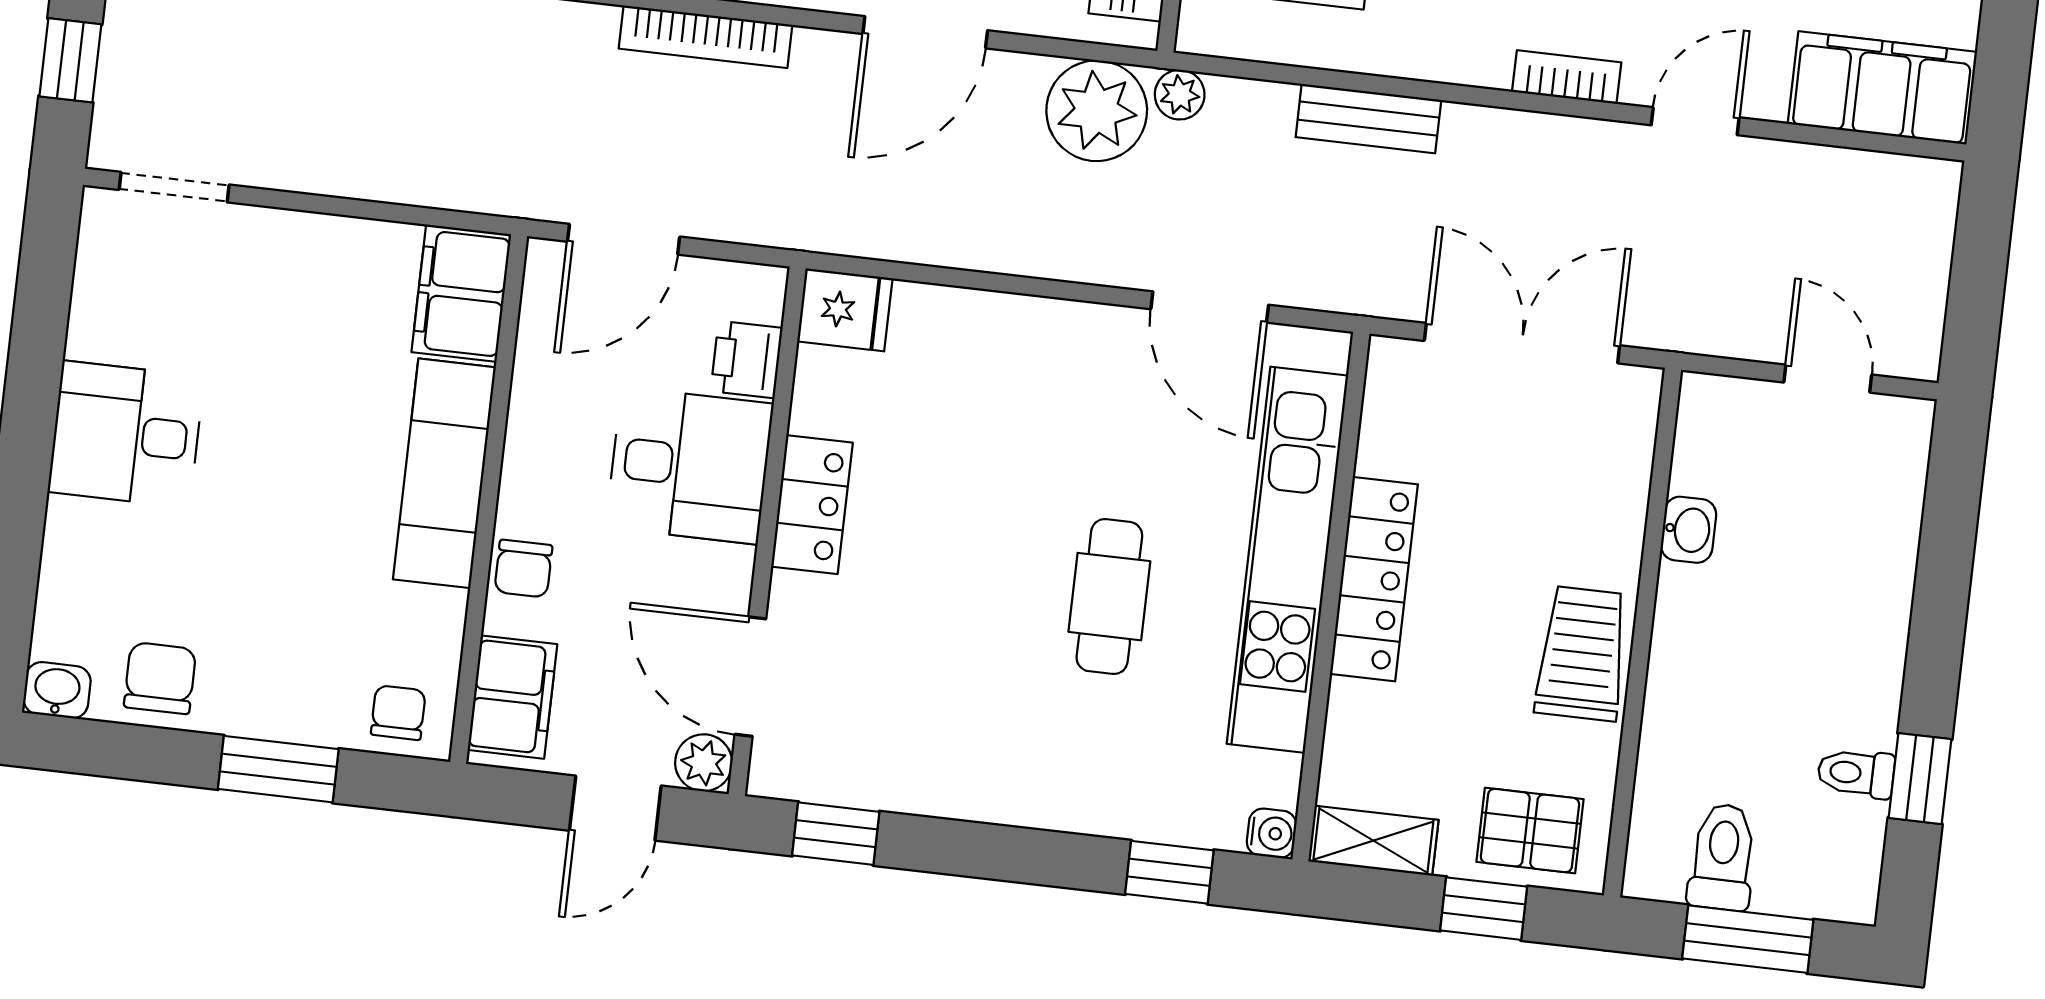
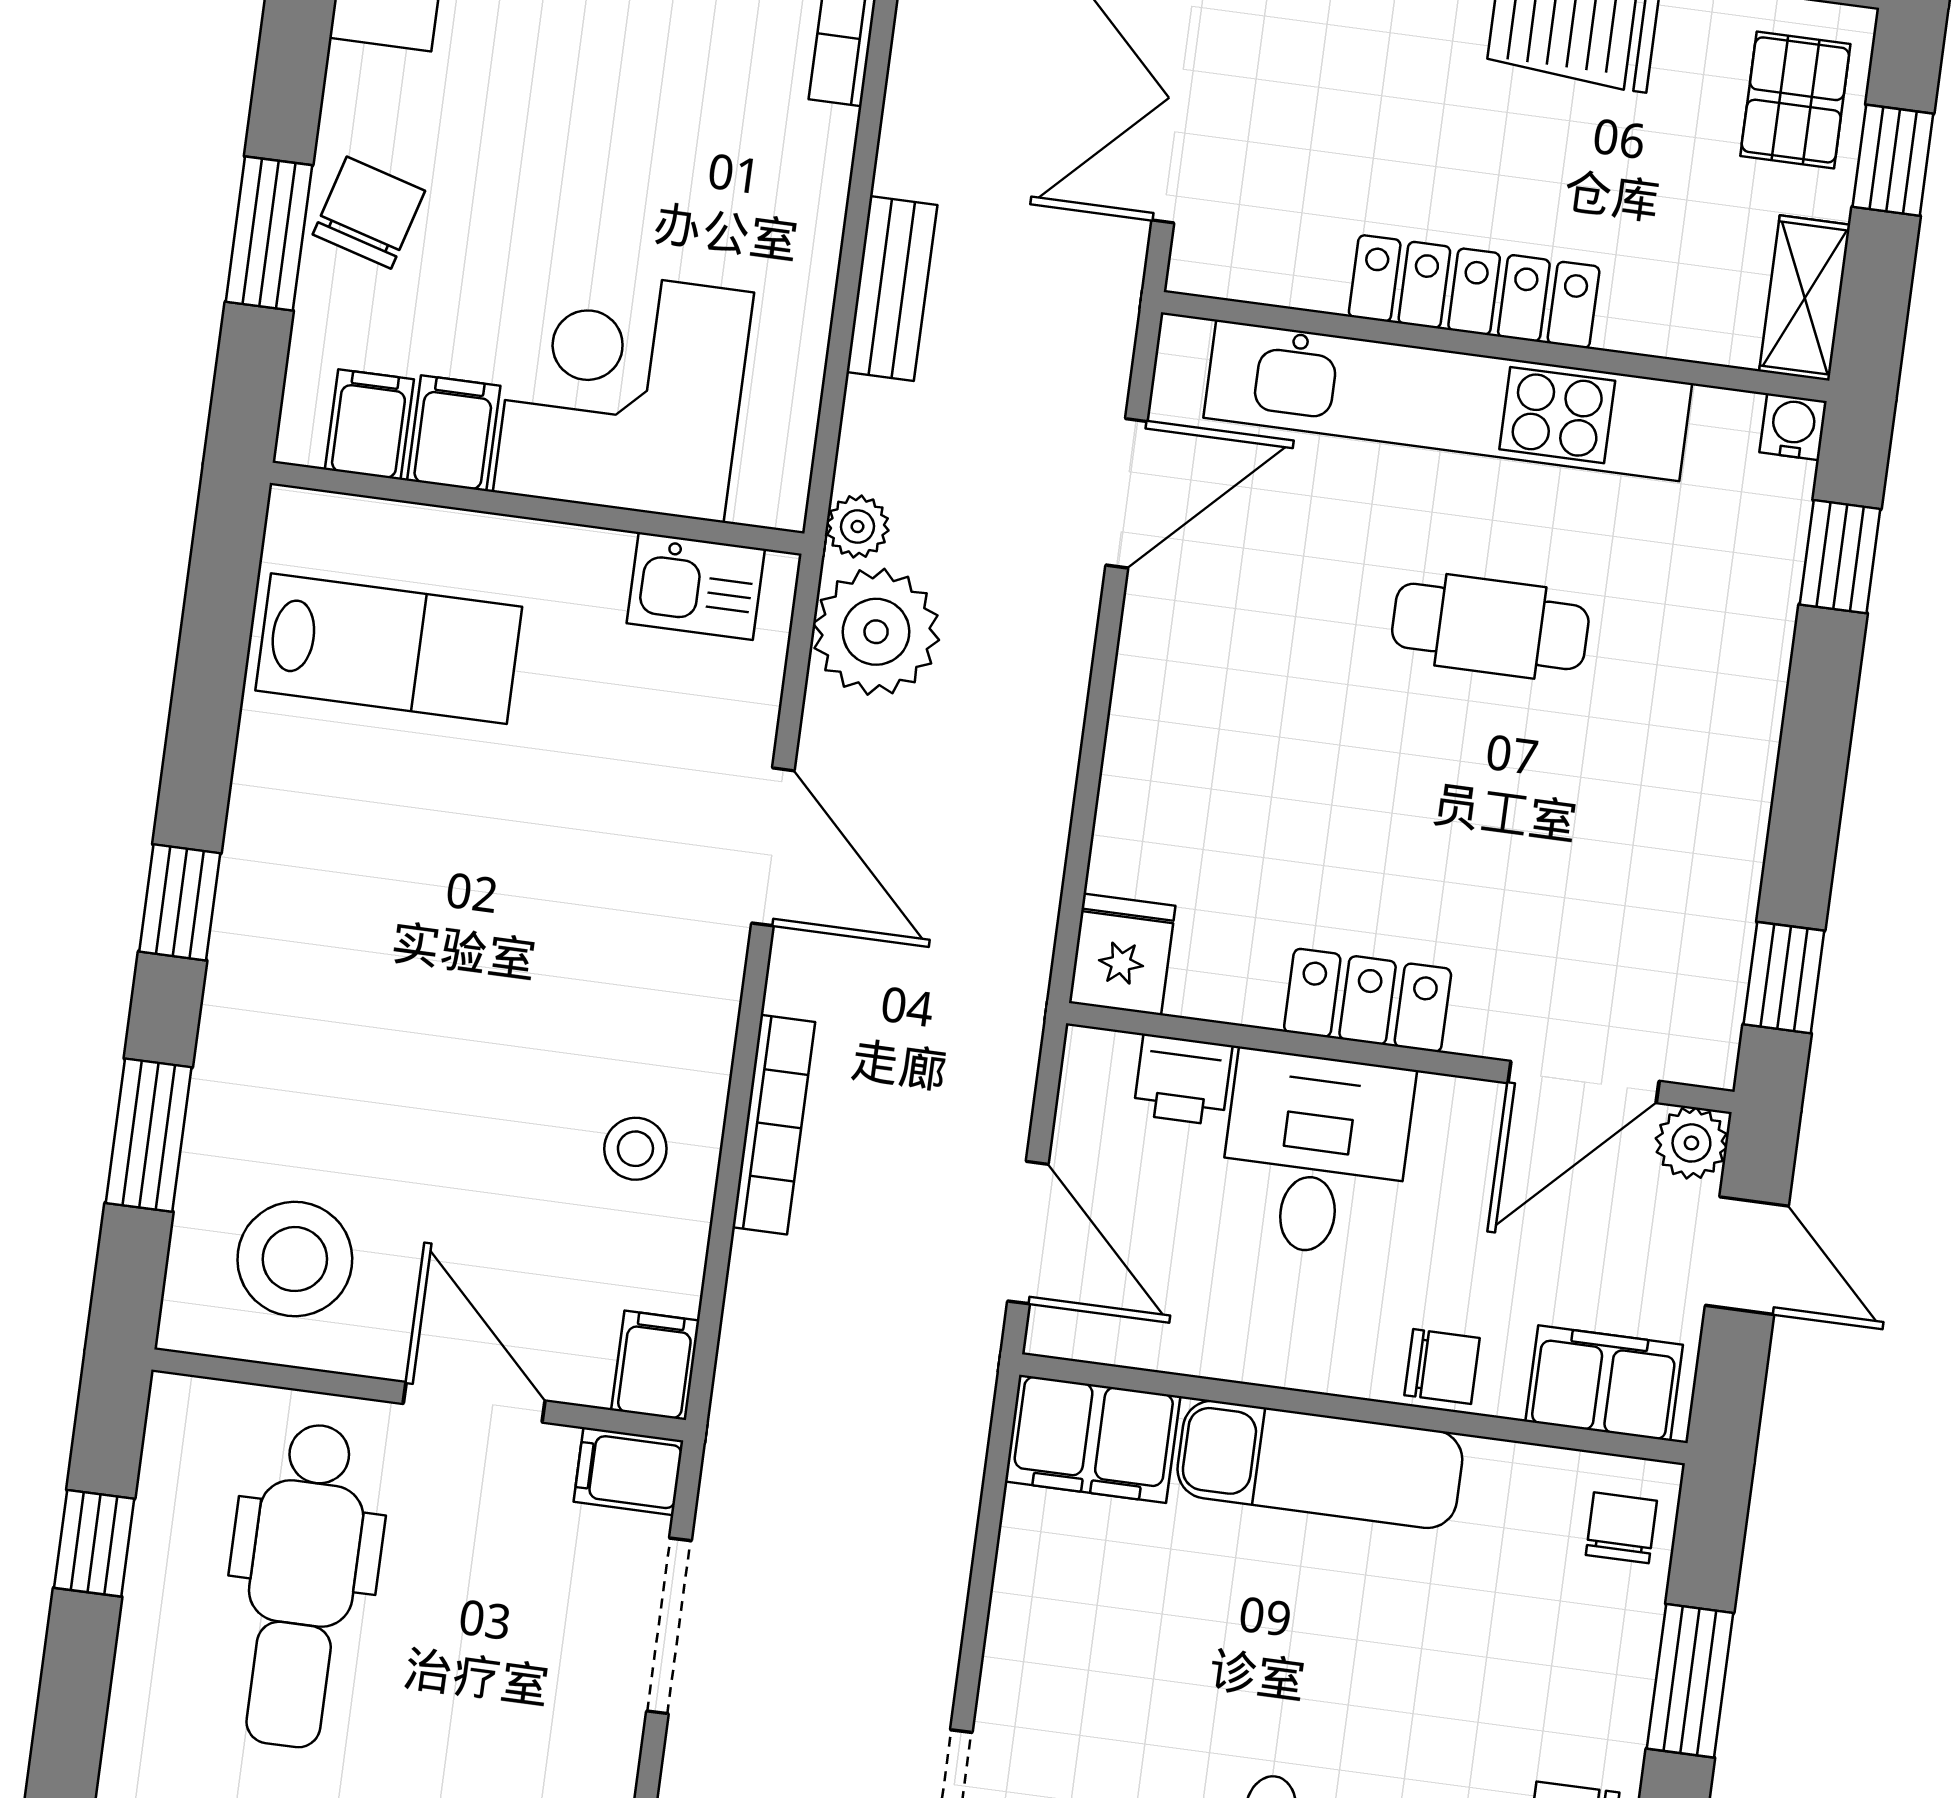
chair: (398, 713) -> (1621, 1528), turned 90

